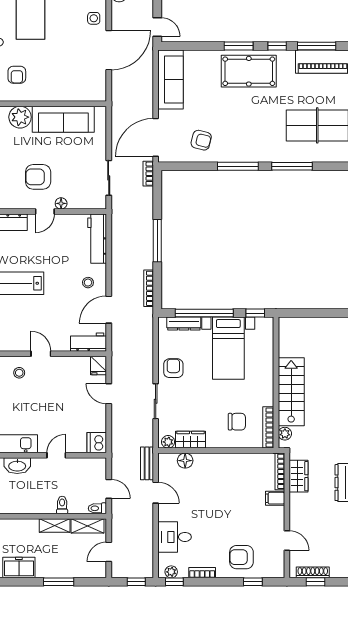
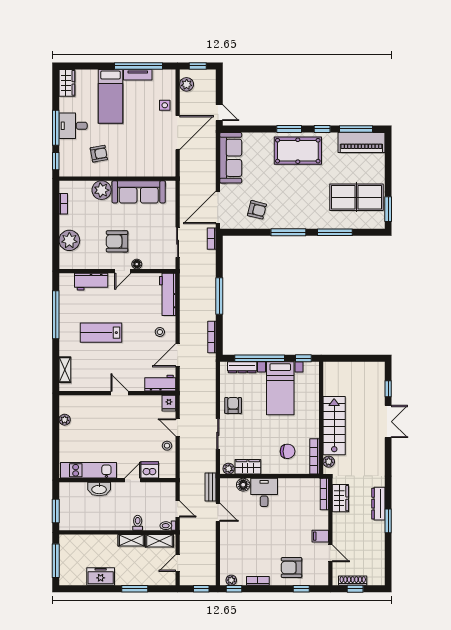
armchair: (17, 75) -> (99, 154), turned -100
stool: (19, 373) -> (167, 446), moved
dishwasher: (97, 443) -> (150, 470), moved, turned 90
filing cabinet: (275, 498) -> (320, 536), moved
desk: (175, 537) -> (264, 492), moved, turned 90

